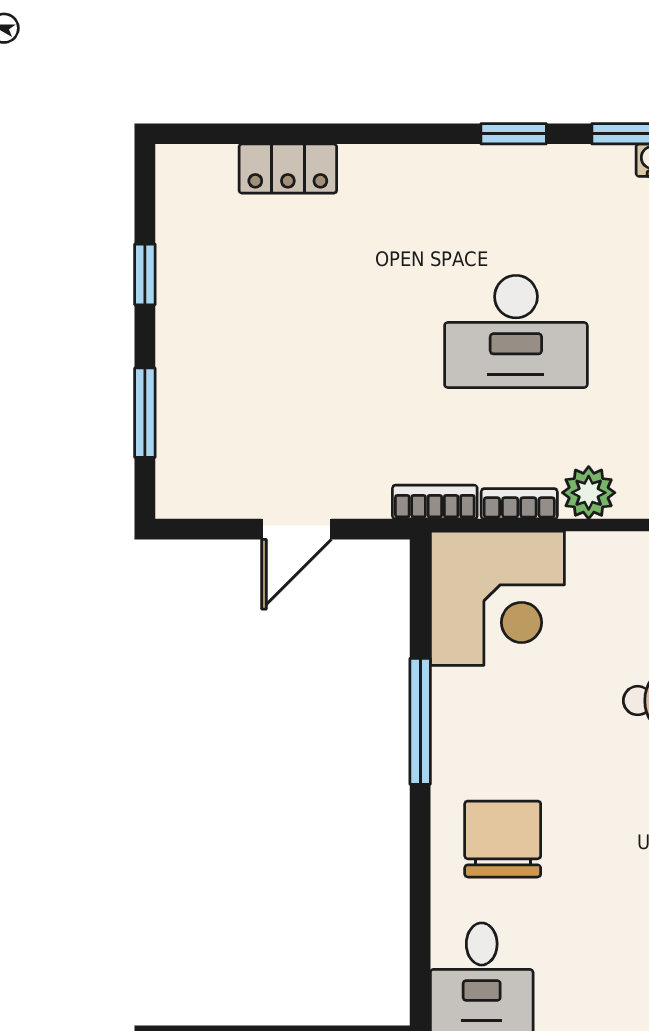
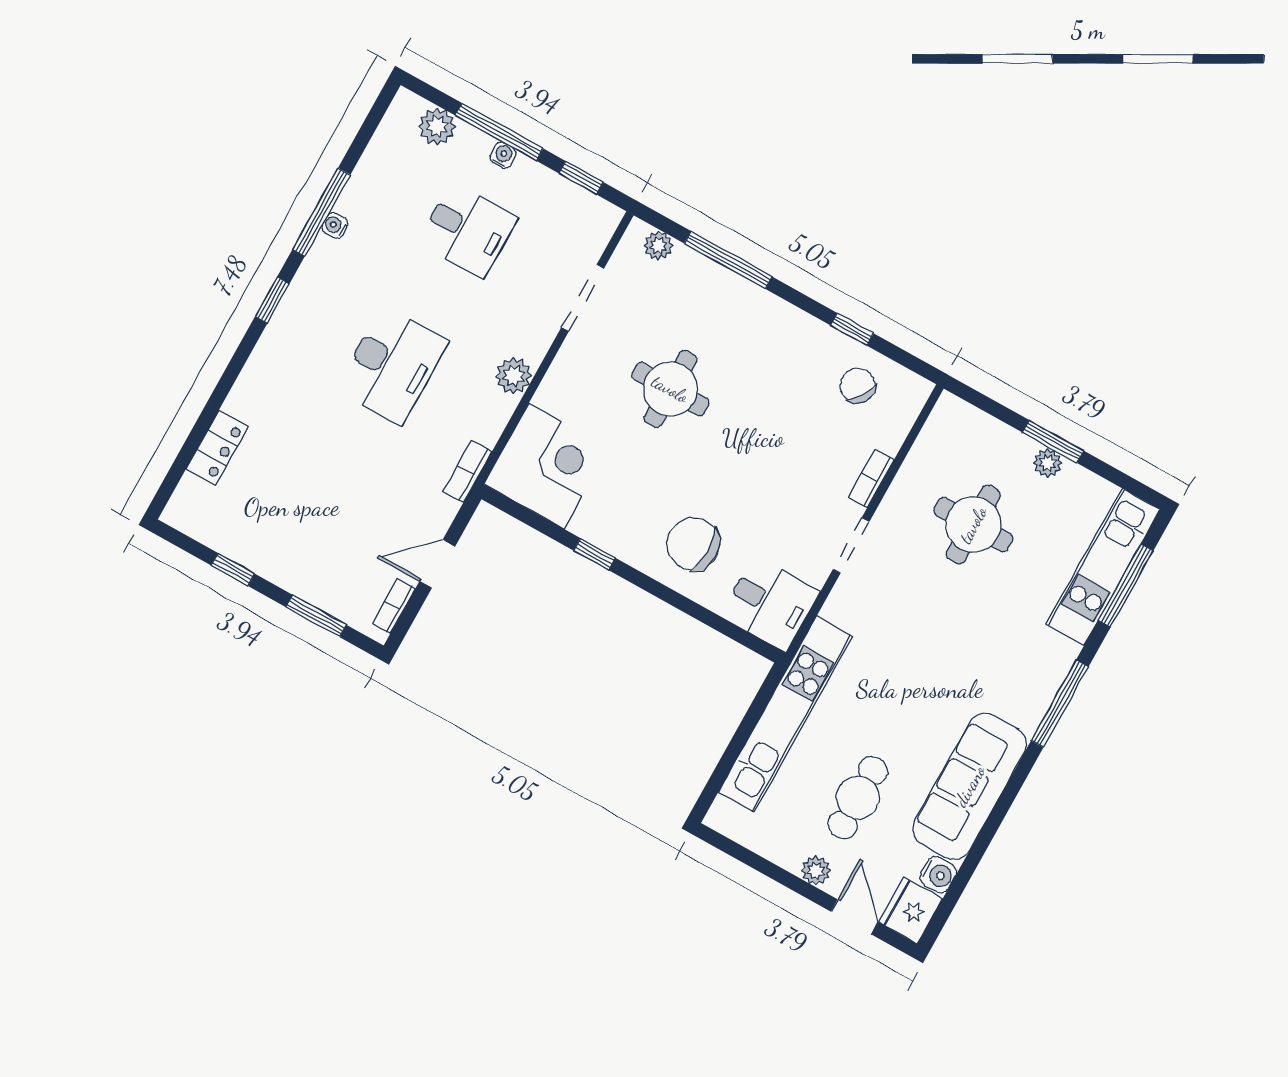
bookcase: (519, 504) -> (394, 606), moved
door: (296, 529) -> (437, 564), swing flipped
window: (420, 721) -> (595, 554), width x0.46

